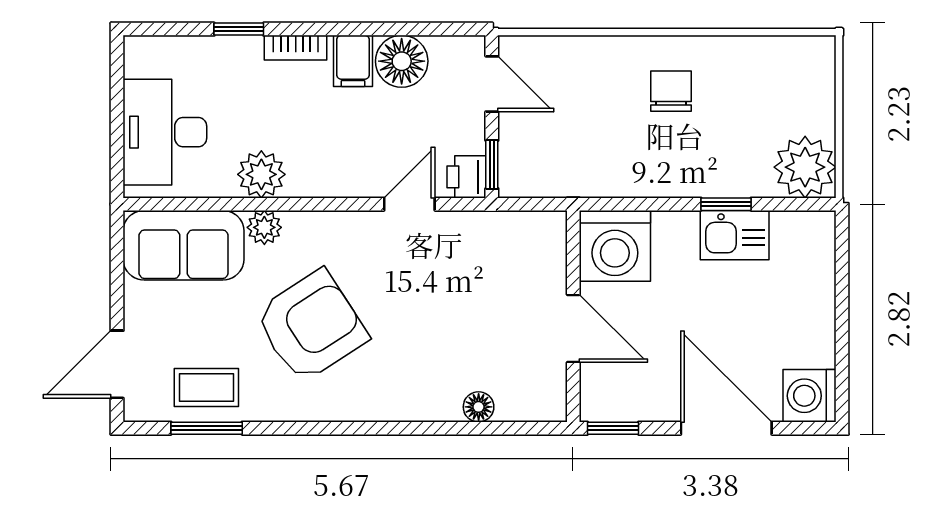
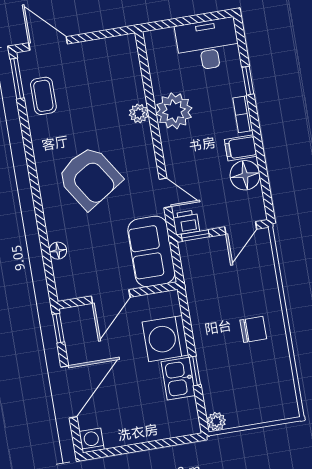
desk: (165, 132) -> (208, 45), moved
plant: (805, 167) -> (216, 421), width x0.53, depth x0.53
plant: (261, 174) -> (174, 111), width x1.36, depth x1.36
sofa: (184, 245) -> (151, 251), moved
washing machine: (615, 246) -> (165, 339), moved
armchair: (311, 326) -> (89, 178), moved
washing machine: (810, 396) -> (92, 440), width x0.73, depth x0.73
window: (207, 428) -> (17, 79), moved

